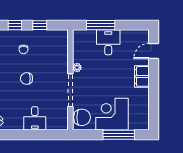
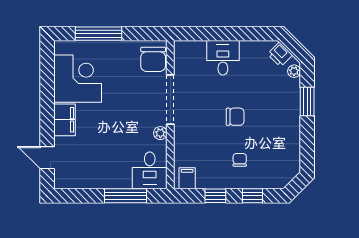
filing cabinet: (59, 37) -> (187, 178), added
desk: (108, 42) -> (150, 170), moved
door: (154, 51) -> (47, 158), swing flipped
corner desk: (112, 114) -> (78, 79), moved, turned -90
chair: (82, 117) -> (153, 59), turned -90

